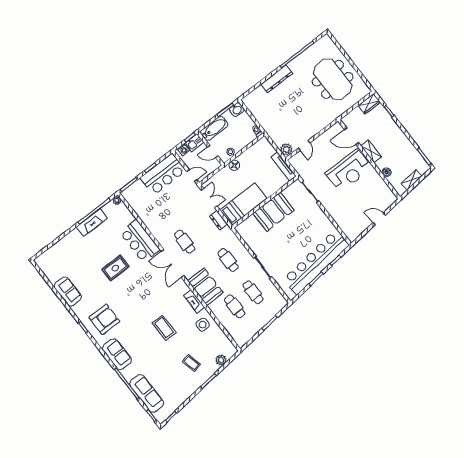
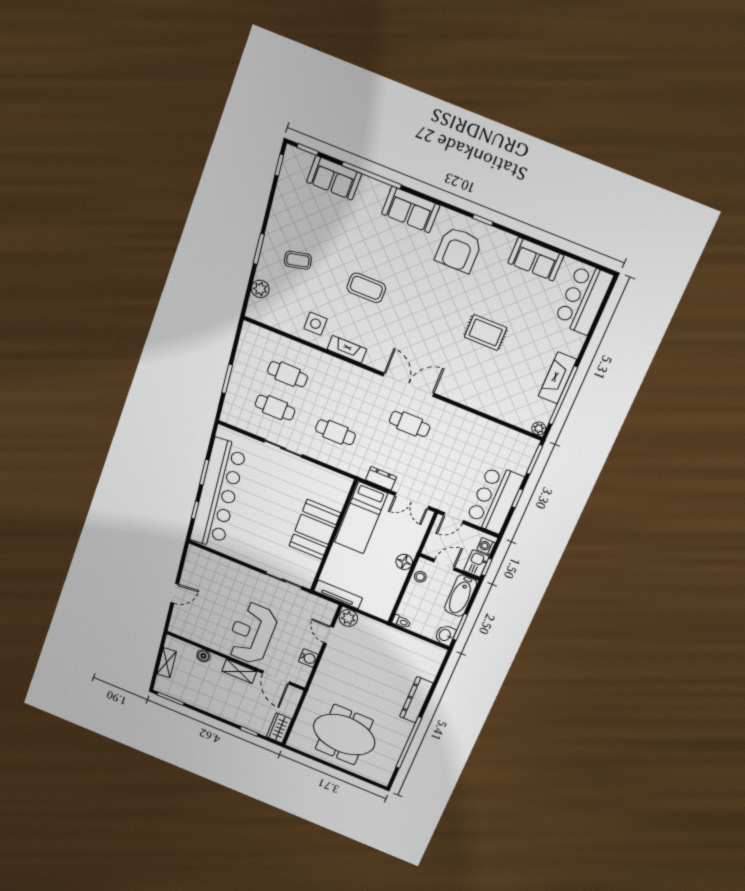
door: (351, 136) -> (276, 678), swing flipped
water cooler: (325, 138) -> (308, 658), added
bar counter: (140, 241) -> (584, 299), moved, turned -90
rug: (115, 268) -> (486, 332), turned 90
booth: (205, 287) -> (344, 378), removed
sofa: (147, 393) -> (334, 178), width x0.73

